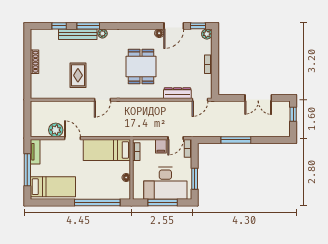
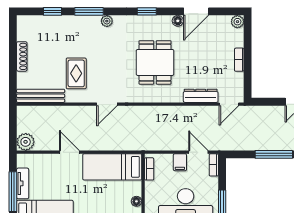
window: (198, 26) -> (147, 11), moved
bench: (78, 34) -> (41, 96), moved
plant: (56, 130) -> (26, 142), moved
door: (176, 138) -> (198, 152), swing flipped
tv unit: (35, 152) -> (23, 183), moved

